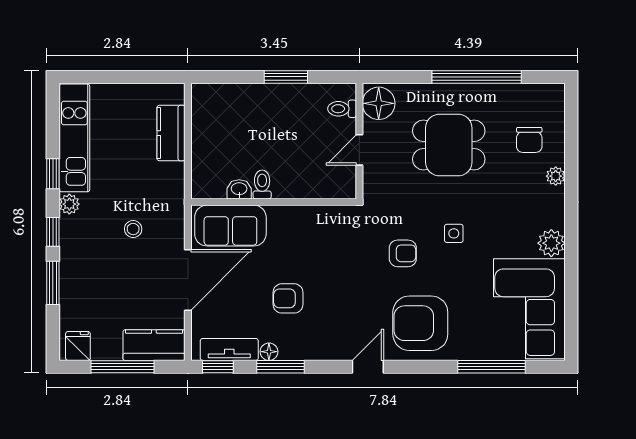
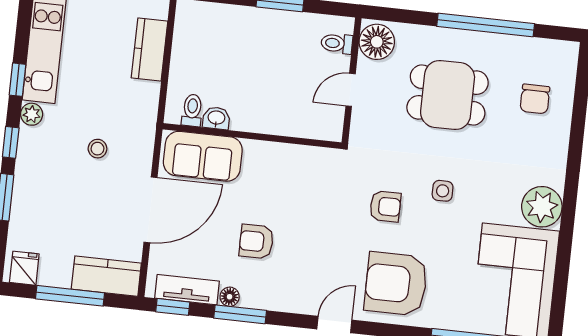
plant: (556, 176) -> (559, 141), removed
toilet: (262, 184) -> (192, 110), moved
plant: (551, 243) -> (542, 207), width x1.36, depth x1.36

